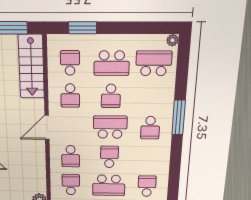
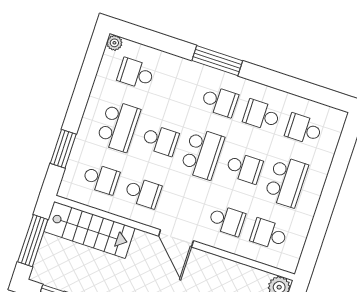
school desk: (70, 63) -> (101, 179), turned 180
school desk: (154, 63) -> (136, 74), width x0.54
school desk: (110, 127) -> (202, 154), turned 180
school desk: (109, 157) -> (244, 168), turned 180
school desk: (149, 158) -> (262, 115), added

